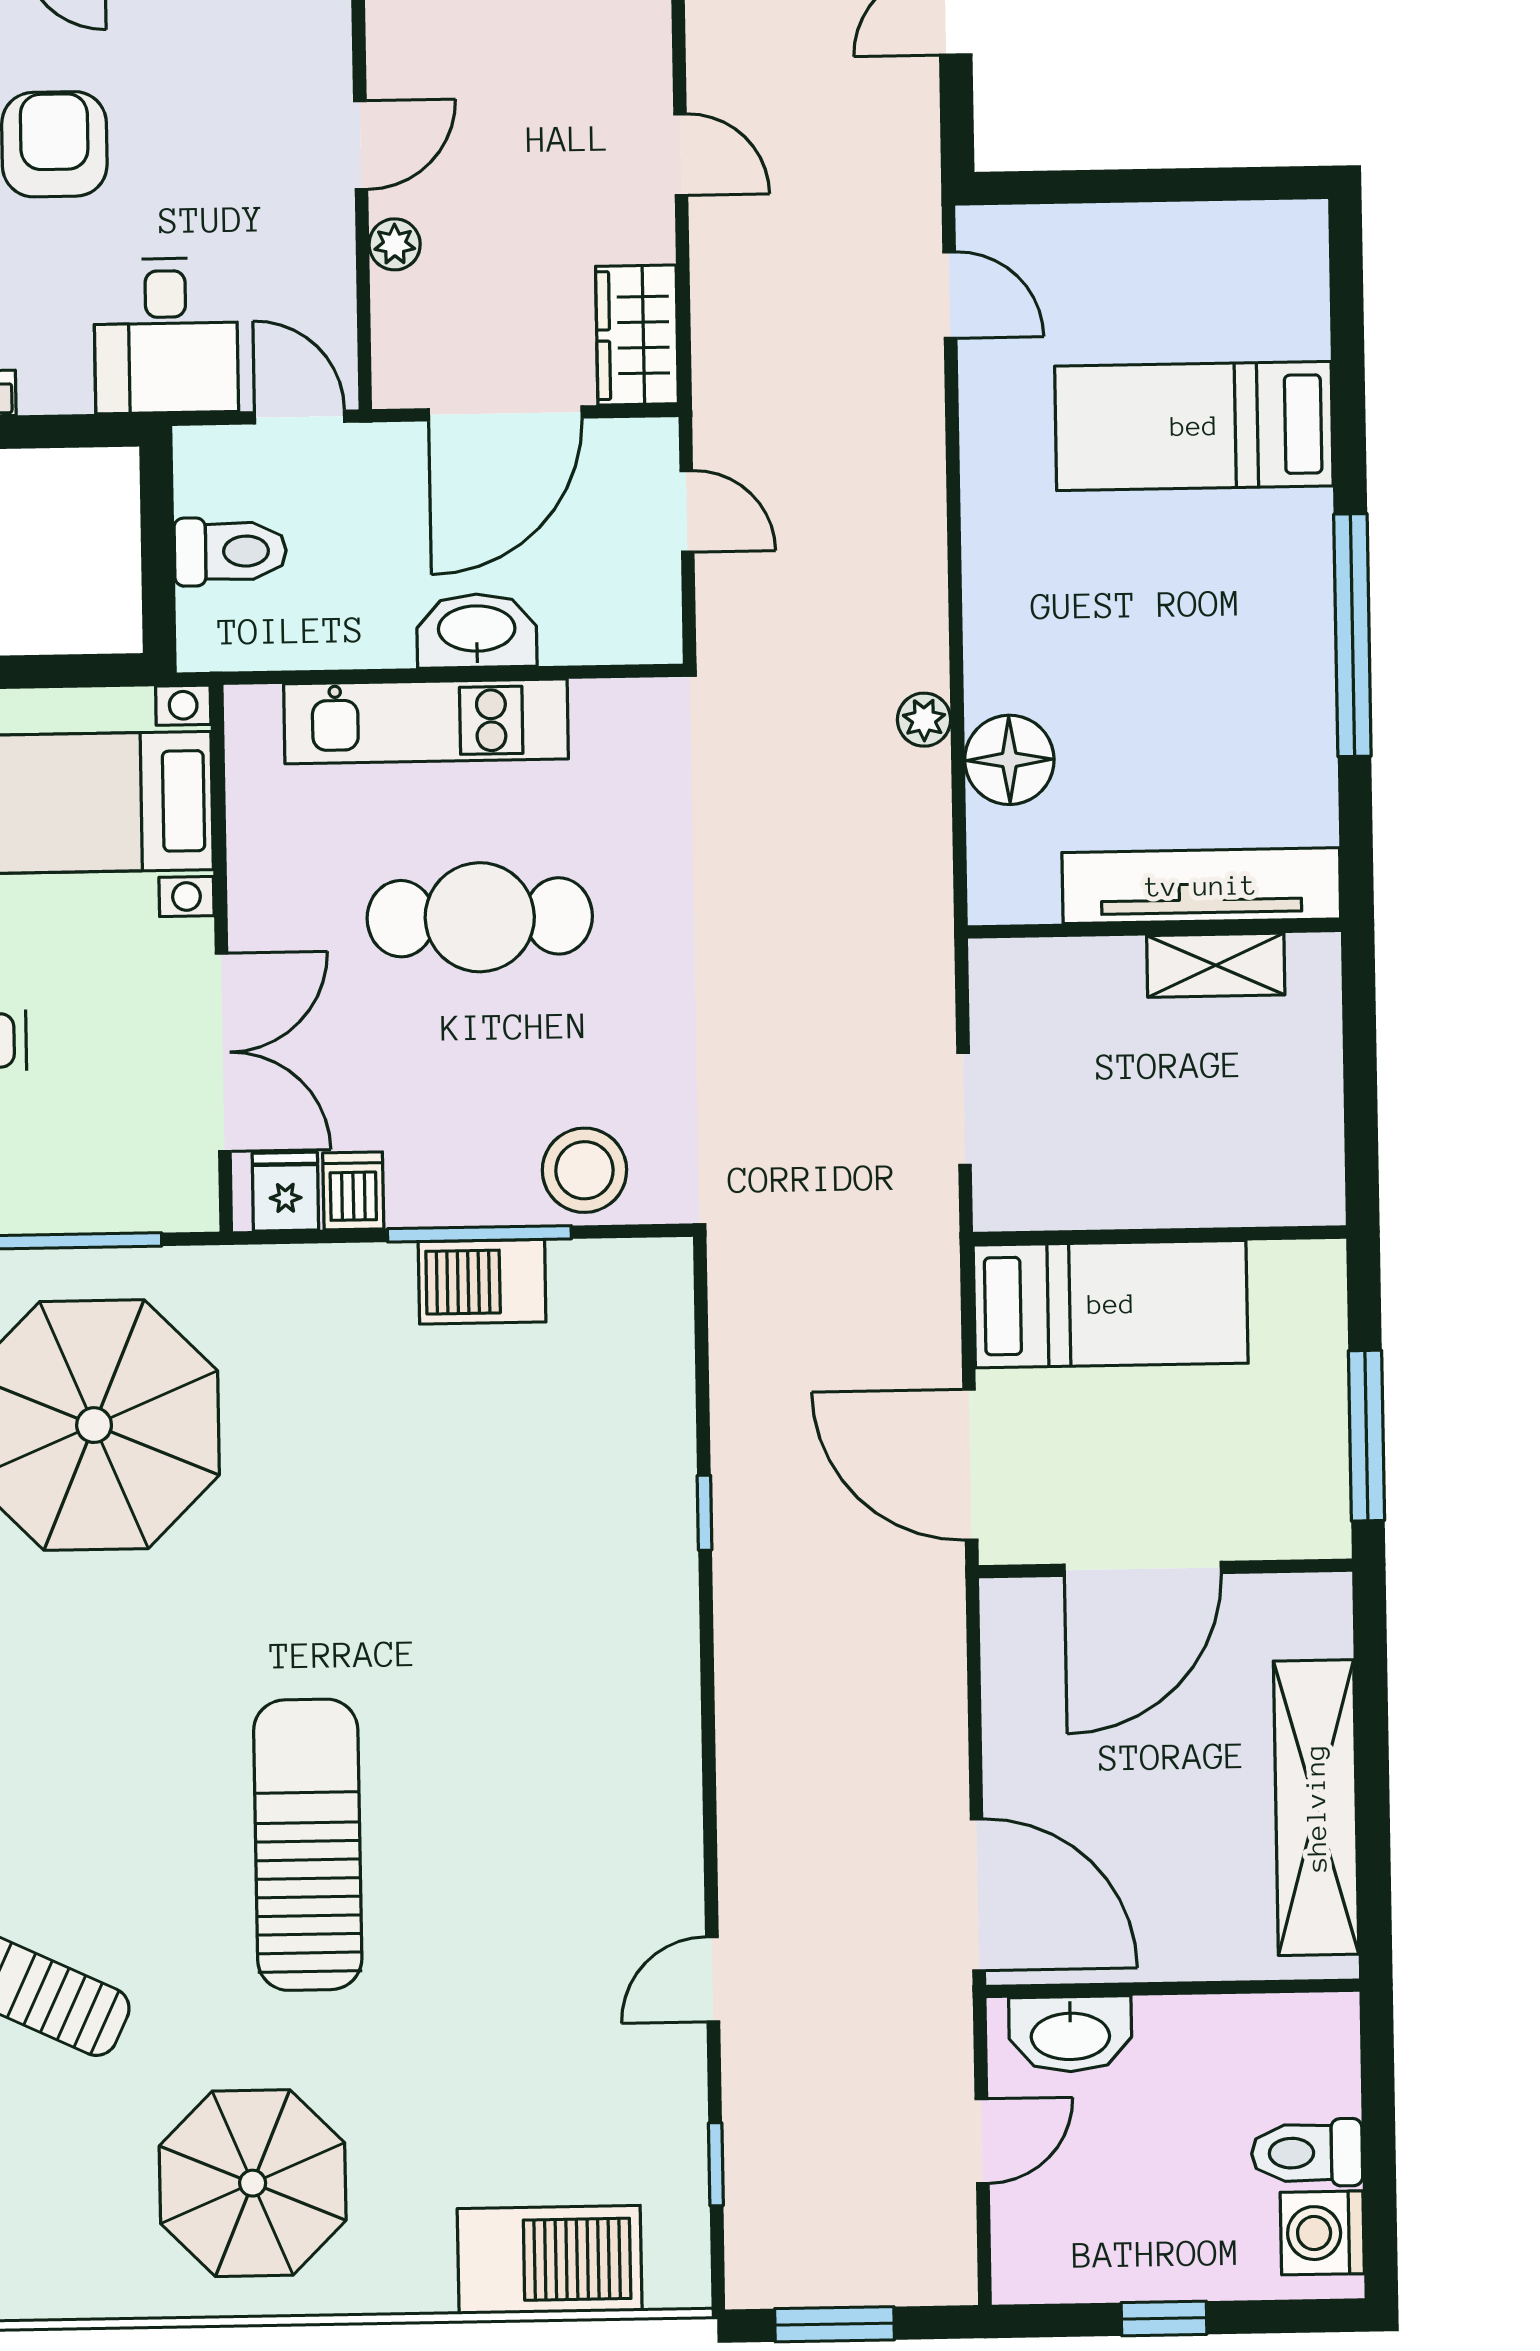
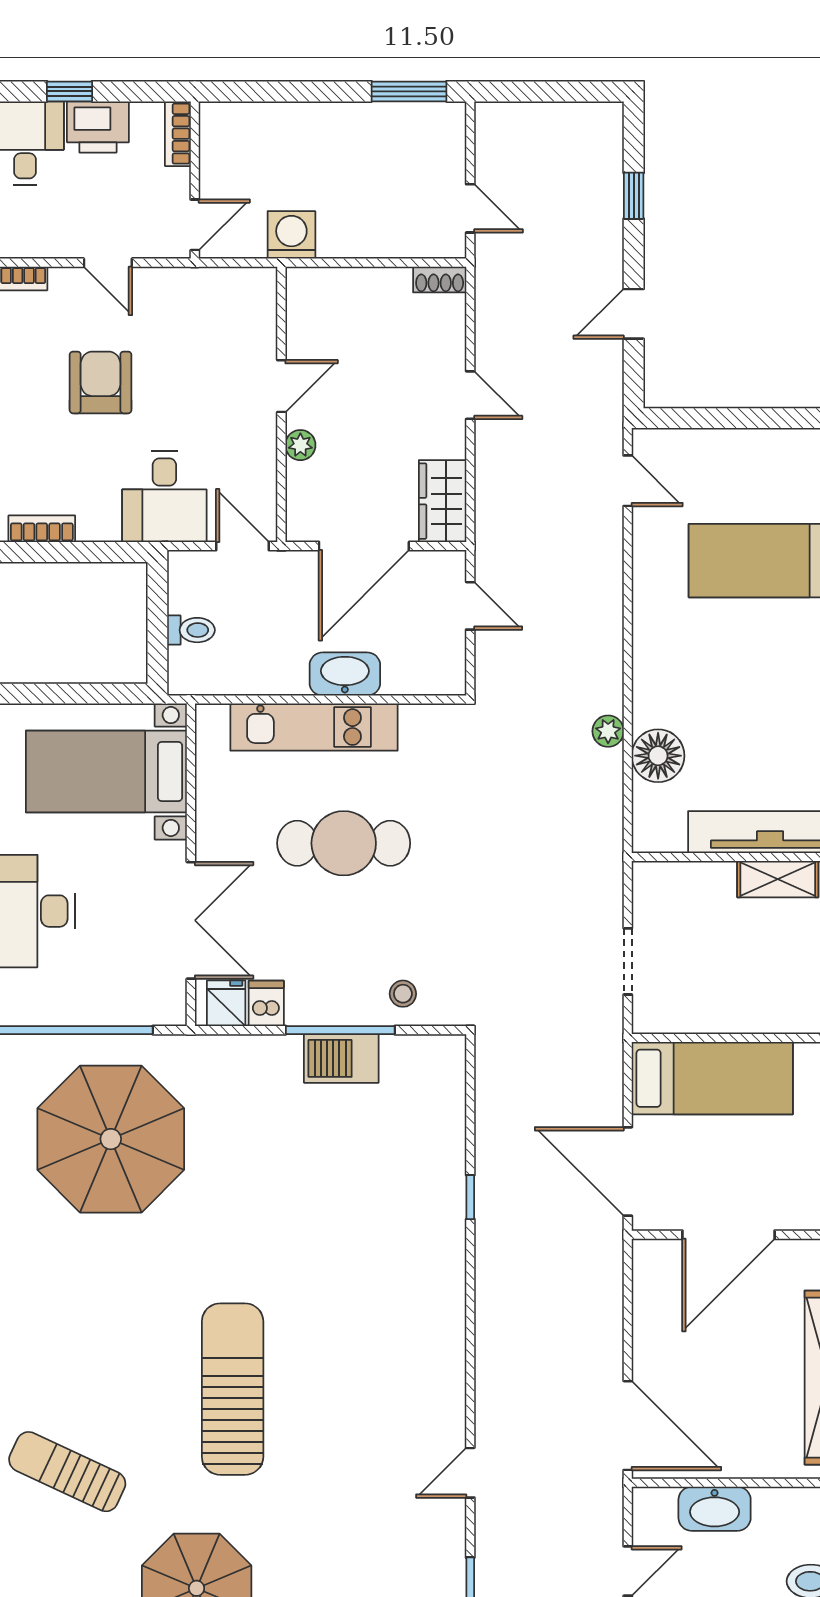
toilet: (230, 551) -> (191, 630), width x0.73, depth x0.72
stool: (584, 1170) -> (403, 994), width x0.53, depth x0.53
washbasin: (1070, 2034) -> (715, 1509), moved

